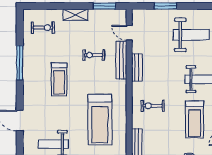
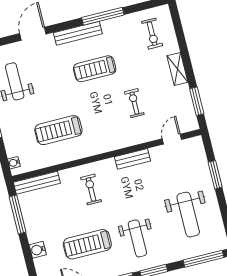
bench: (121, 60) -> (78, 33), moved
treadmill: (100, 120) -> (58, 130), width x0.73, depth x0.73

